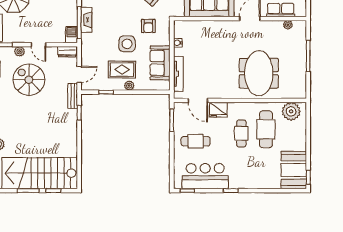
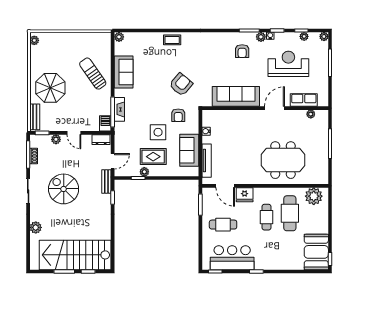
meeting table: (259, 73) -> (283, 160), turned 90
spiral stairs: (29, 80) -> (64, 189), moved
plant: (129, 86) -> (144, 172), moved

